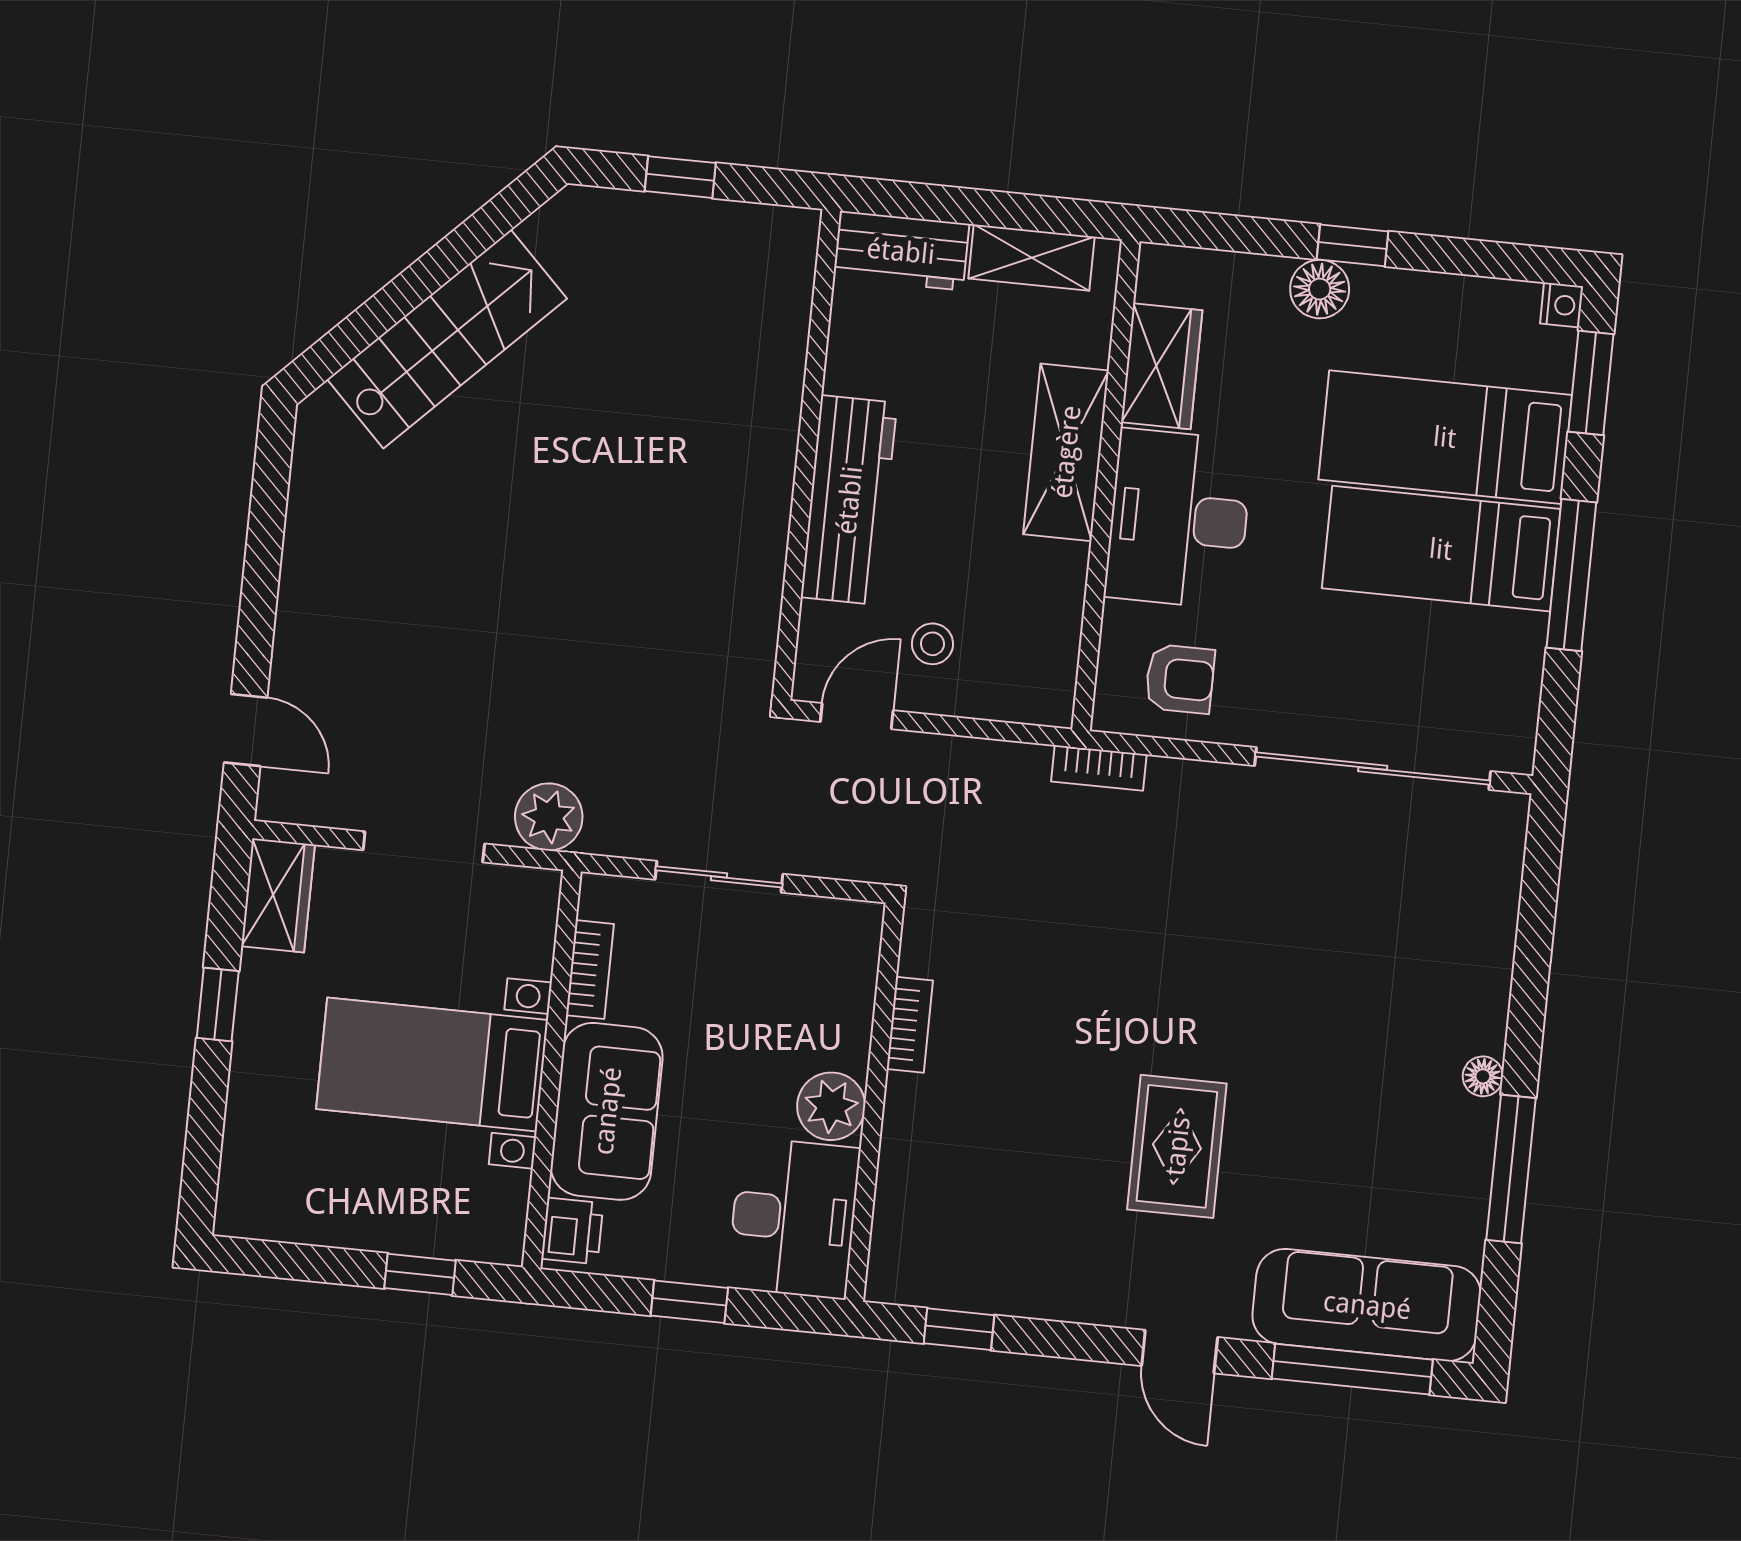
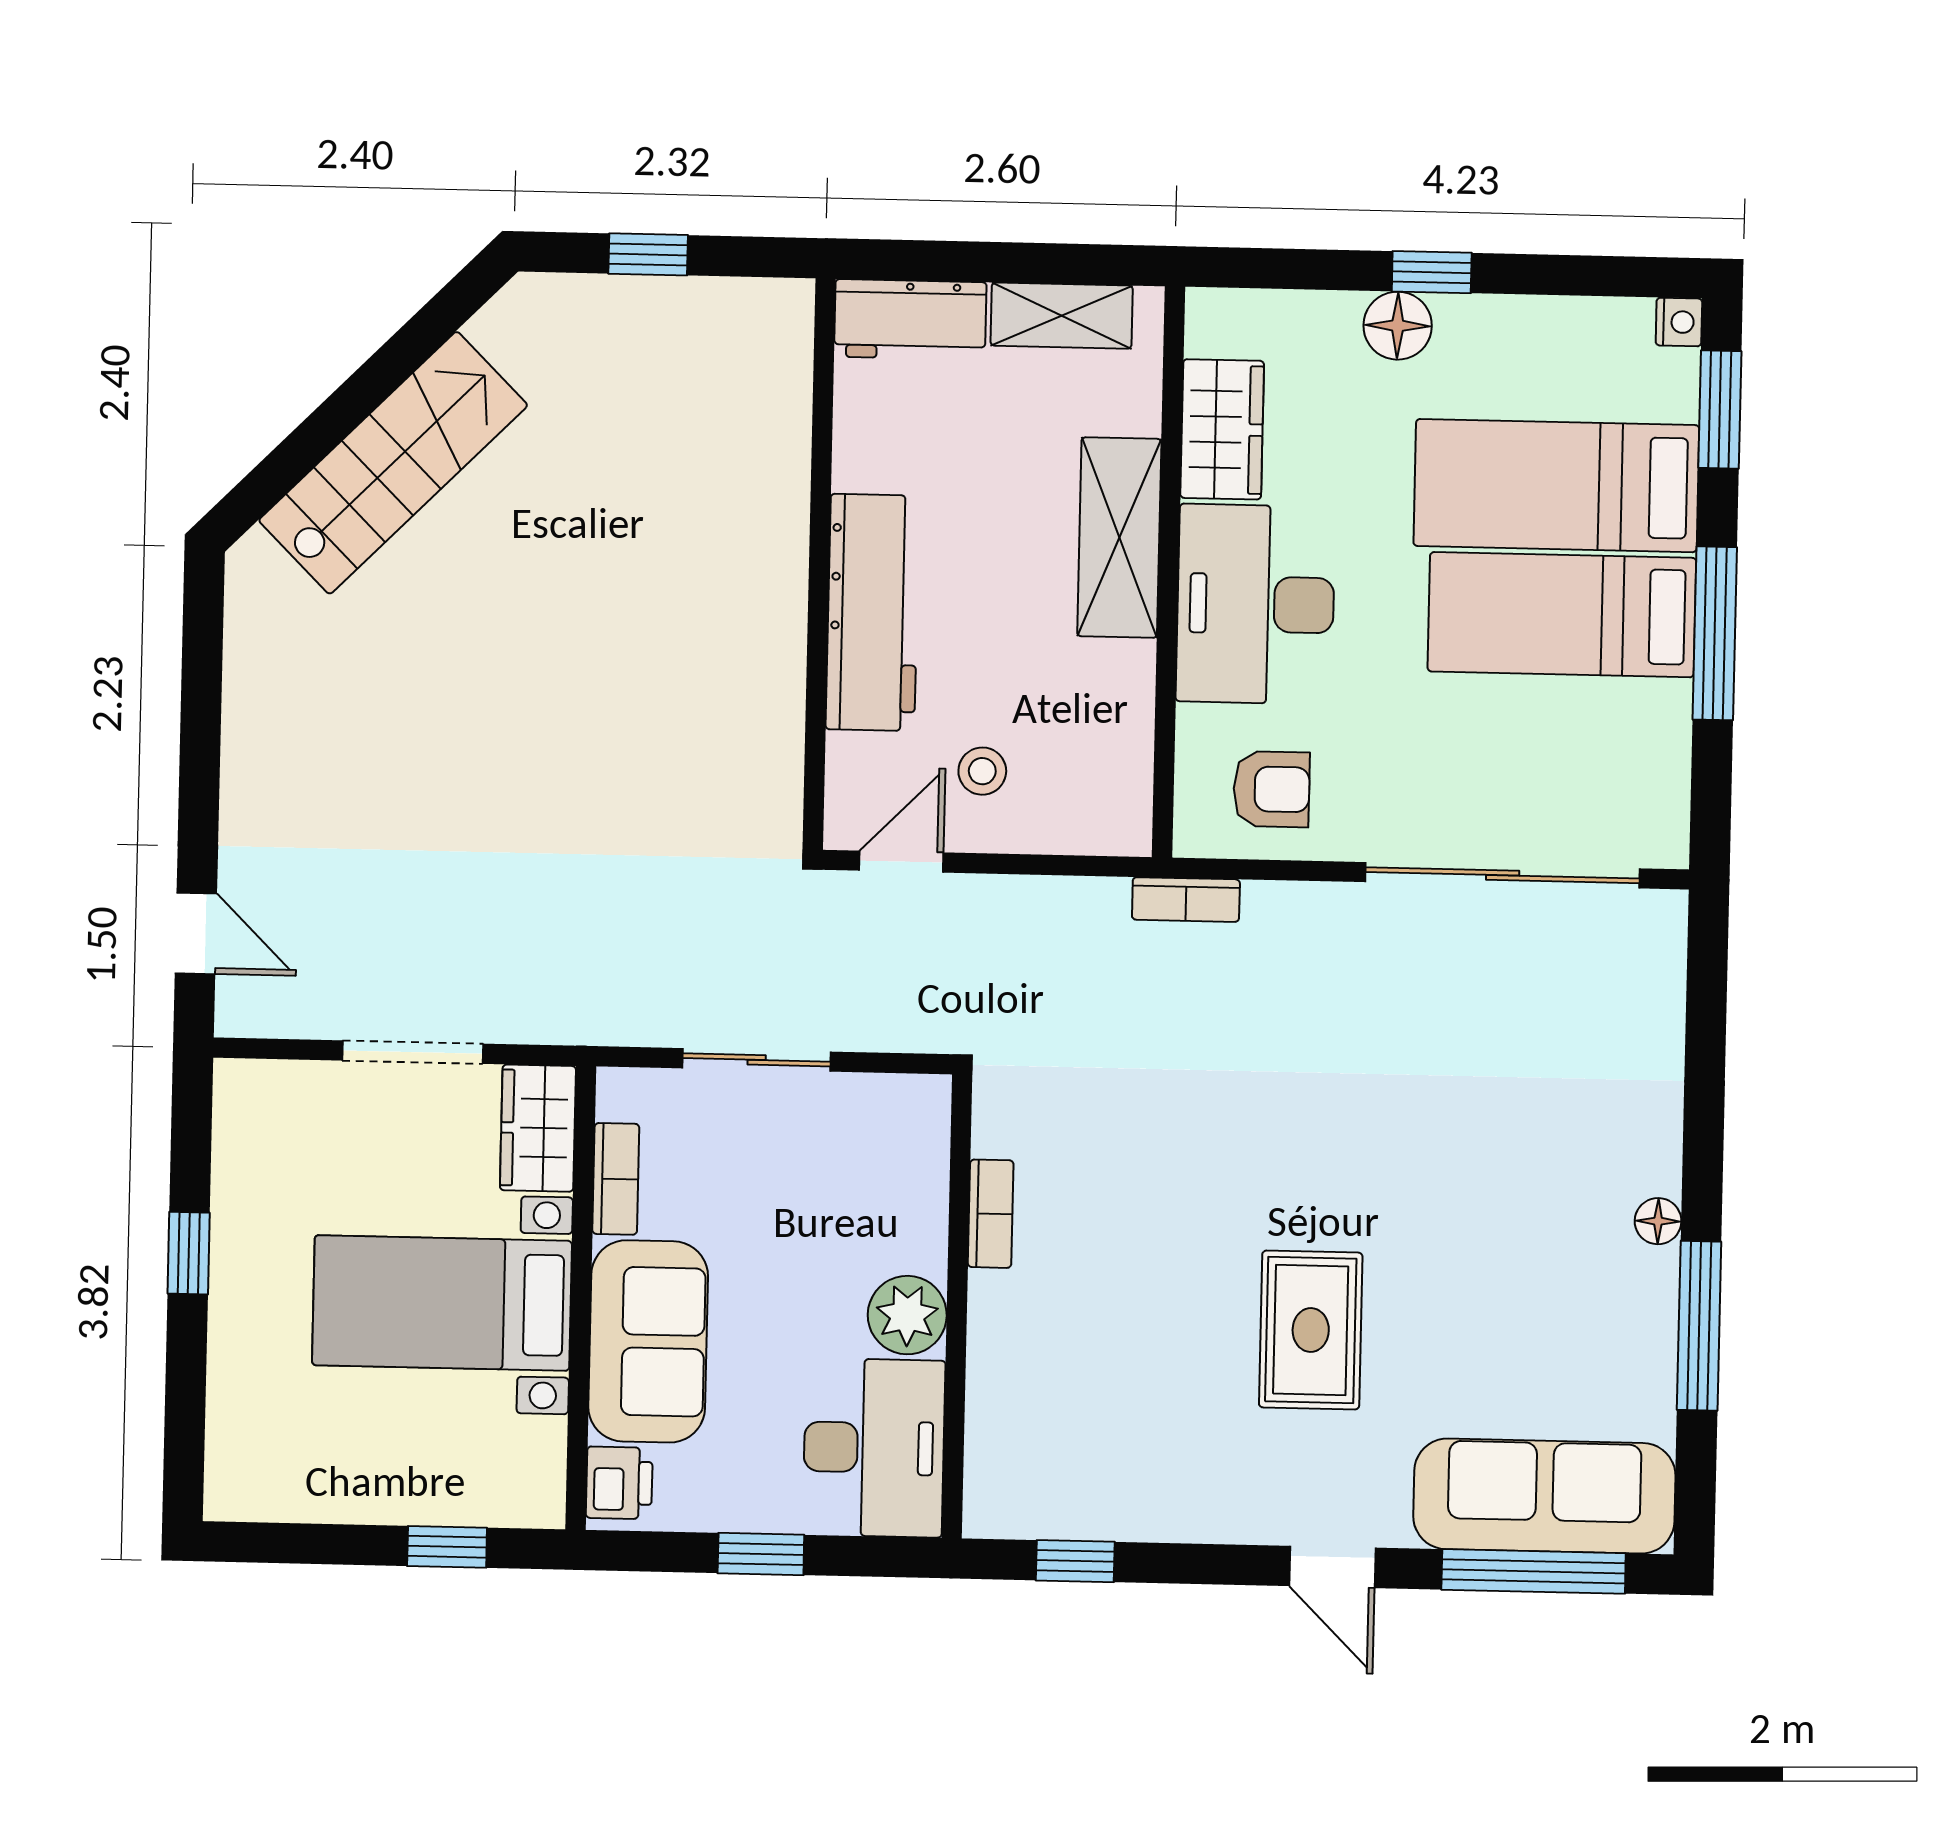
plant: (549, 817) -> (554, 1006), removed
wardrobe: (278, 895) -> (538, 1128), moved, turned 180

